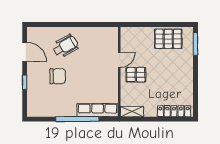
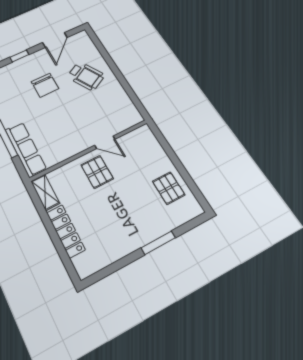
pallet: (168, 39) -> (169, 188), width x0.67, depth x0.71
window: (195, 44) -> (158, 243), moved
locker: (174, 111) -> (66, 231), moved

